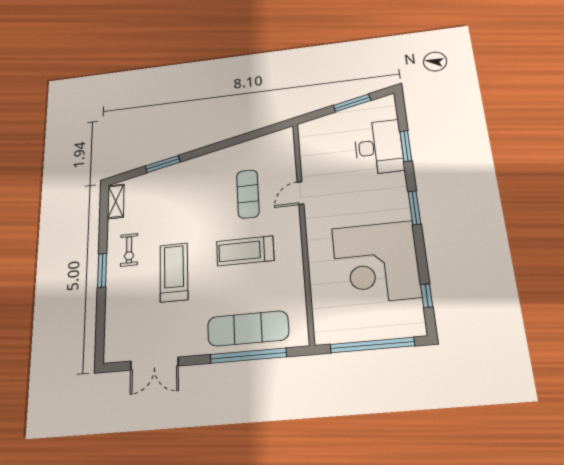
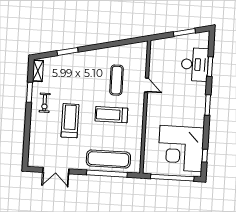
door: (300, 193) -> (147, 85), swing flipped
corner desk: (376, 262) -> (181, 149), moved
window: (102, 270) -> (29, 92), moved

